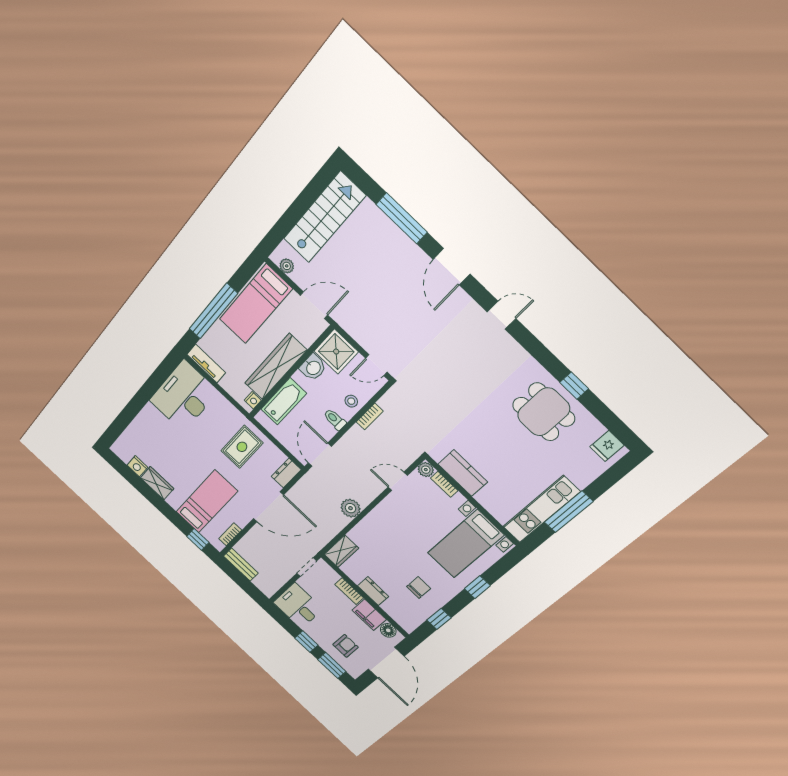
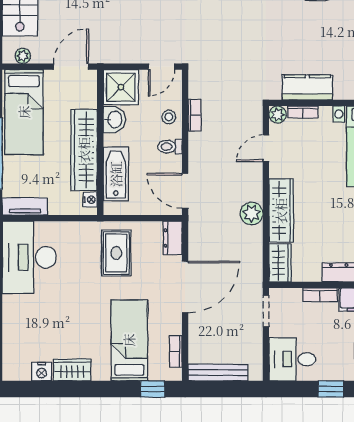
wardrobe: (371, 525) -> (281, 211), added
bench: (241, 565) -> (218, 373), width x1.36

